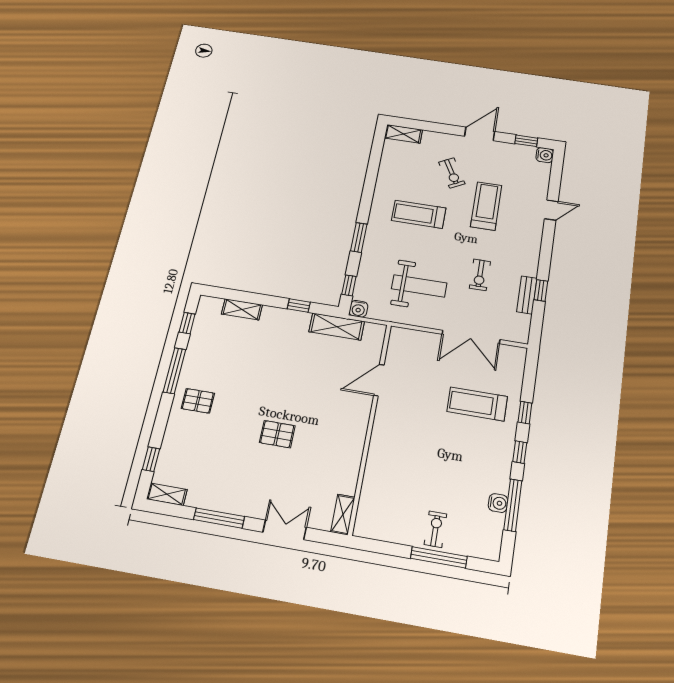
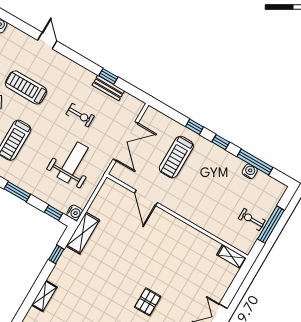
door: (379, 380) -> (146, 198), moved
wall: (370, 426) -> (177, 216), moved
shelving: (343, 515) -> (232, 257), moved

